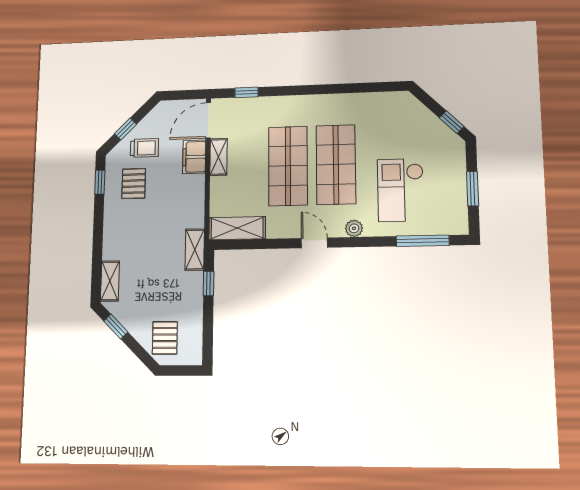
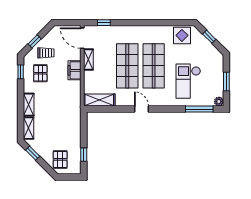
display table: (387, 109) -> (182, 35), added
door: (208, 120) -> (82, 38), hinge flipped
window: (452, 122) -> (209, 37), moved
filing cabinet: (194, 157) -> (75, 70), moved
plant: (354, 228) -> (219, 102), moved
shelving: (195, 250) -> (29, 105), moved
window: (209, 284) -> (84, 155), moved

